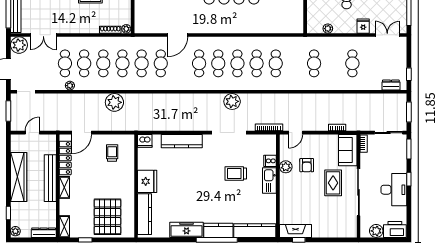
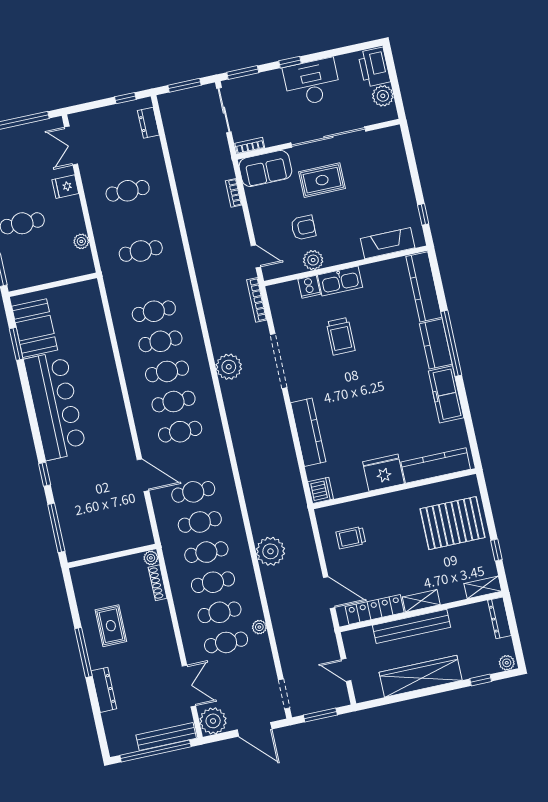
fireplace: (295, 231) -> (388, 243), moved, turned 90

